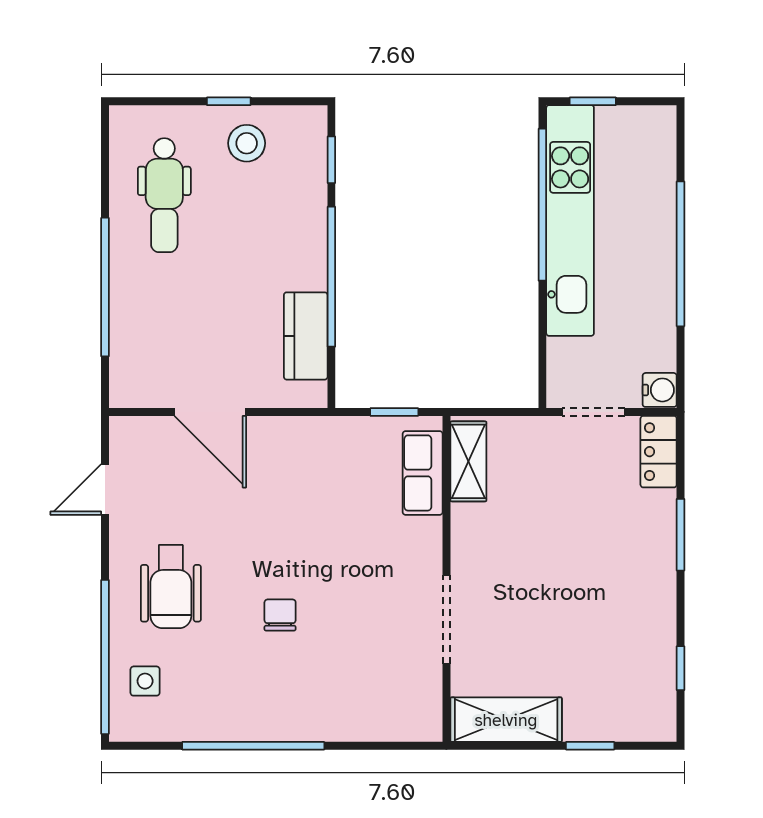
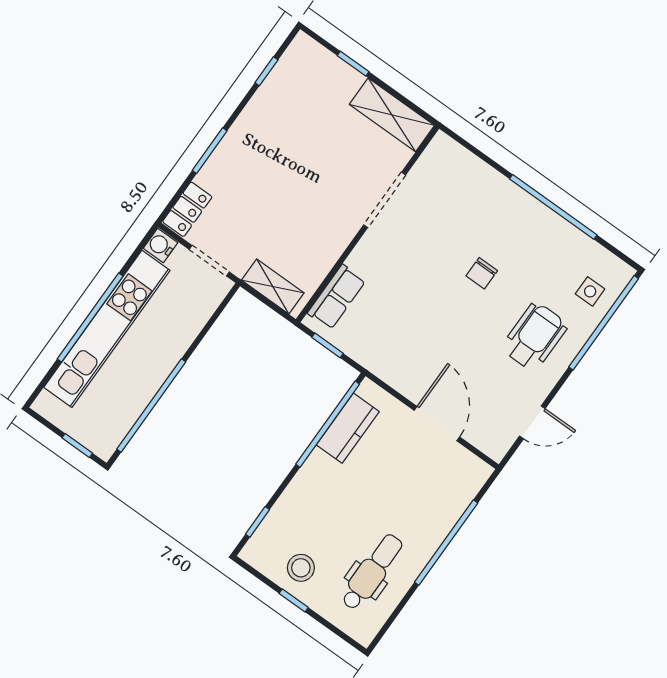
kitchen unit: (570, 220) -> (107, 329), moved, turned 180
window: (331, 277) -> (328, 424), moved
shelving: (468, 461) -> (273, 287), moved, turned 90

